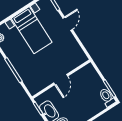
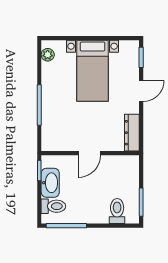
dresser: (78, 51) -> (132, 133), added
toilet: (107, 97) -> (117, 211), moved

